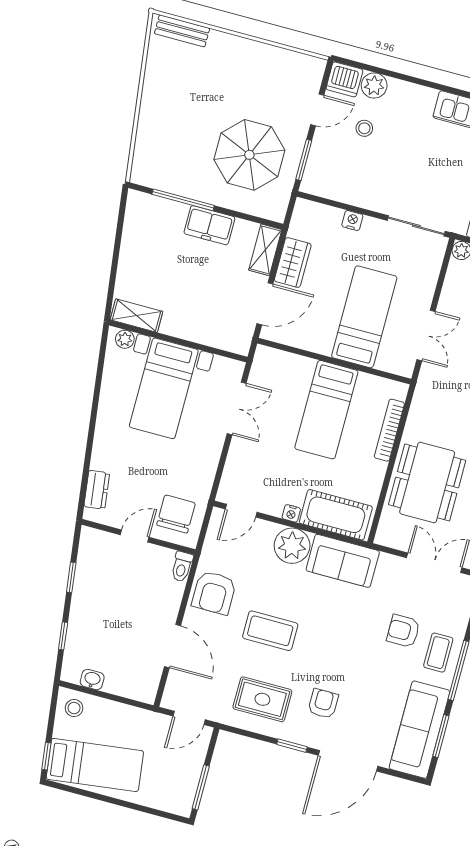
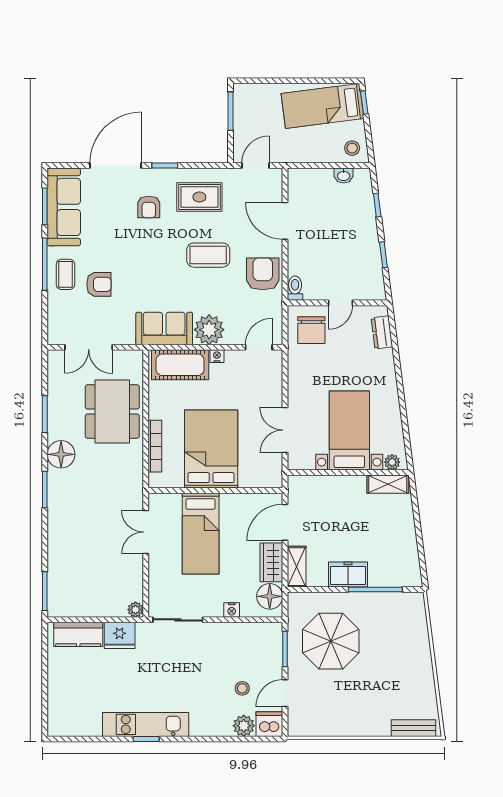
floor lamp: (305, 224) -> (270, 596), added
bed: (326, 410) -> (211, 449), width x1.50

